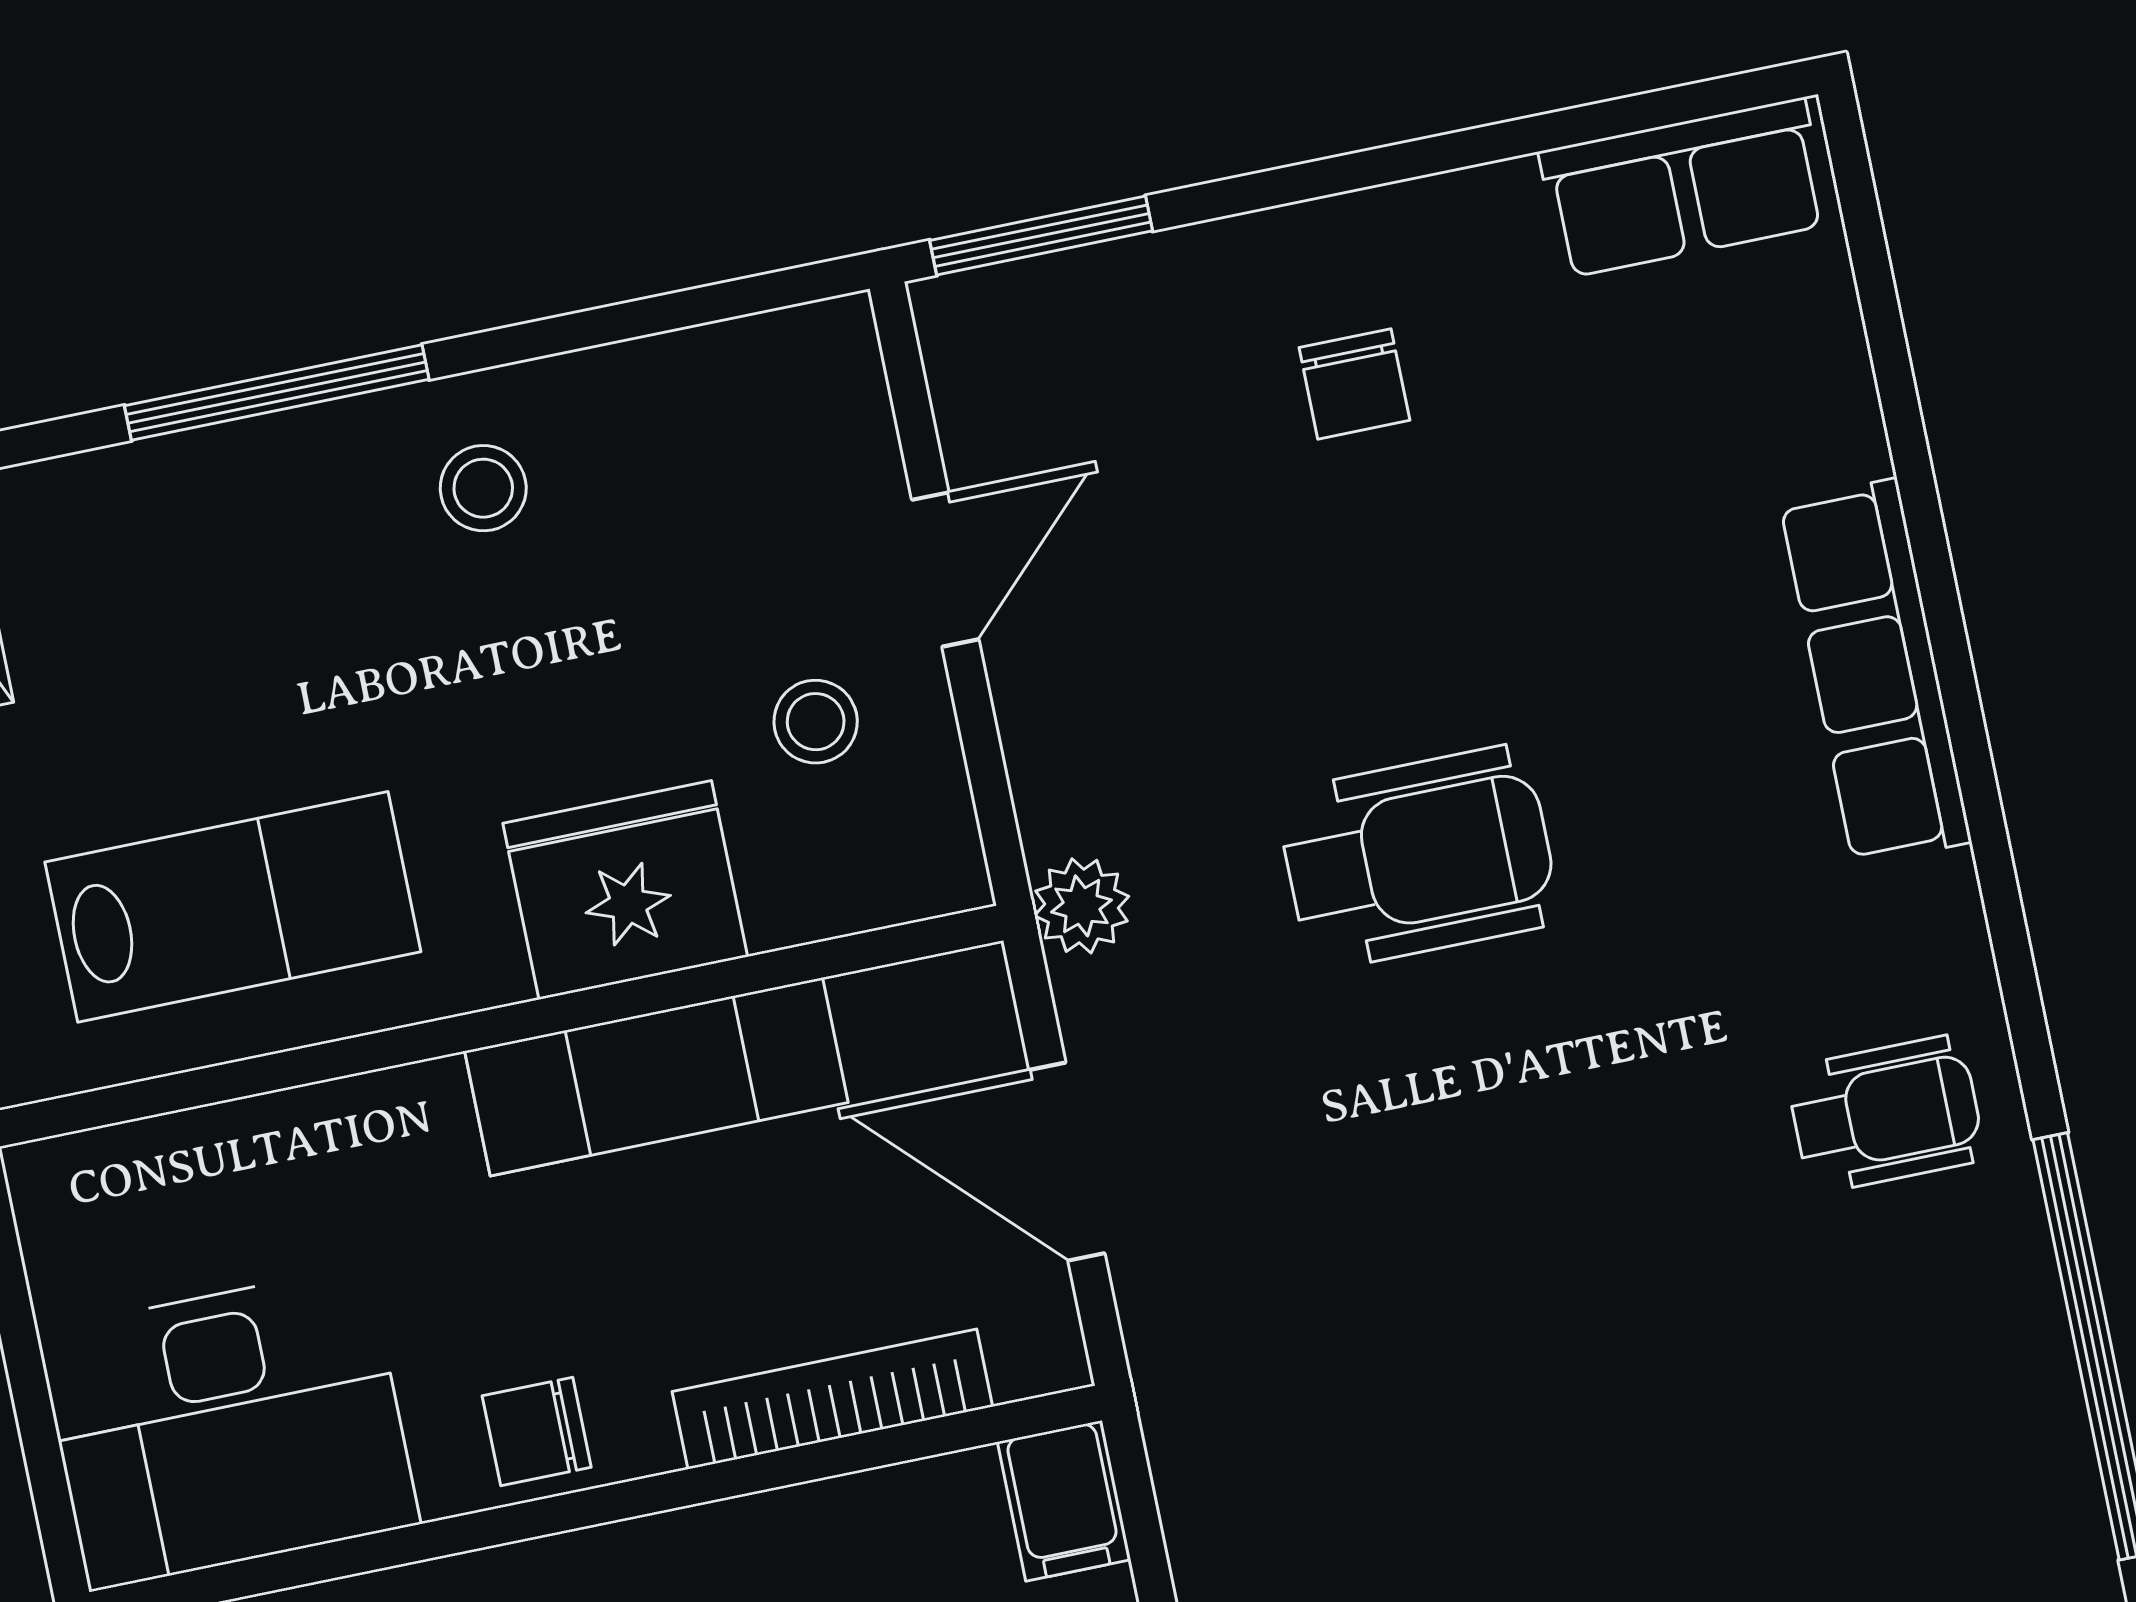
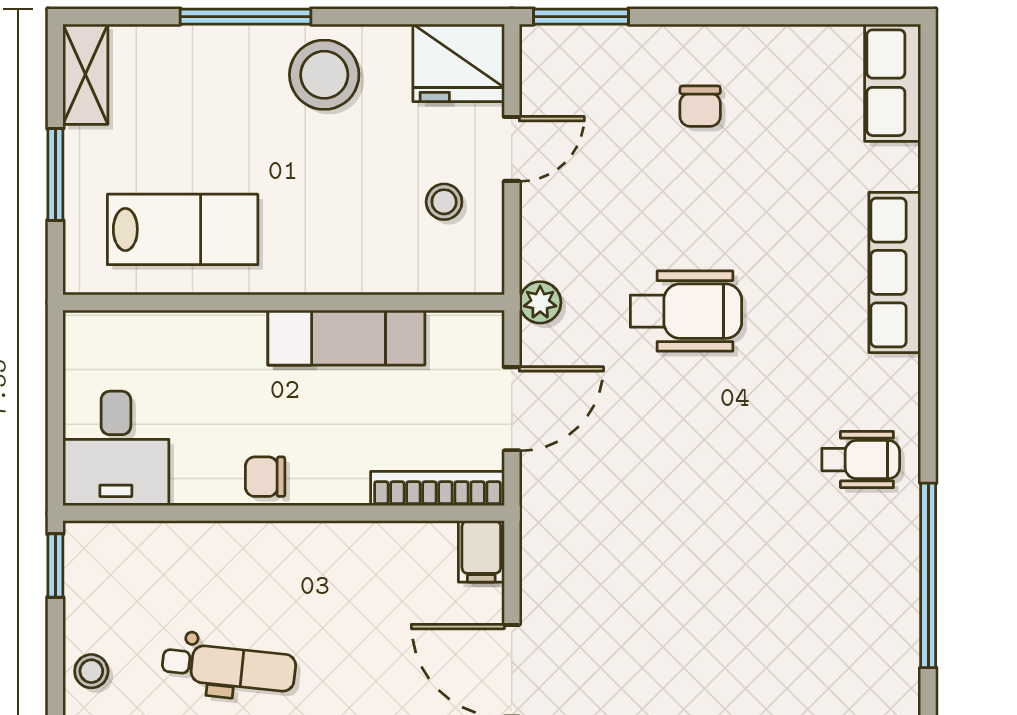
row of seats: (1684, 188) -> (893, 83), moved, turned 90
stool: (483, 488) -> (324, 75), width x1.89, depth x1.89
fridge: (625, 890) -> (459, 63), moved, turned 180
door: (1067, 1162) -> (512, 409), swing flipped
bookcase: (832, 1399) -> (437, 489), moved
desk: (228, 1428) -> (116, 448), width x0.73

